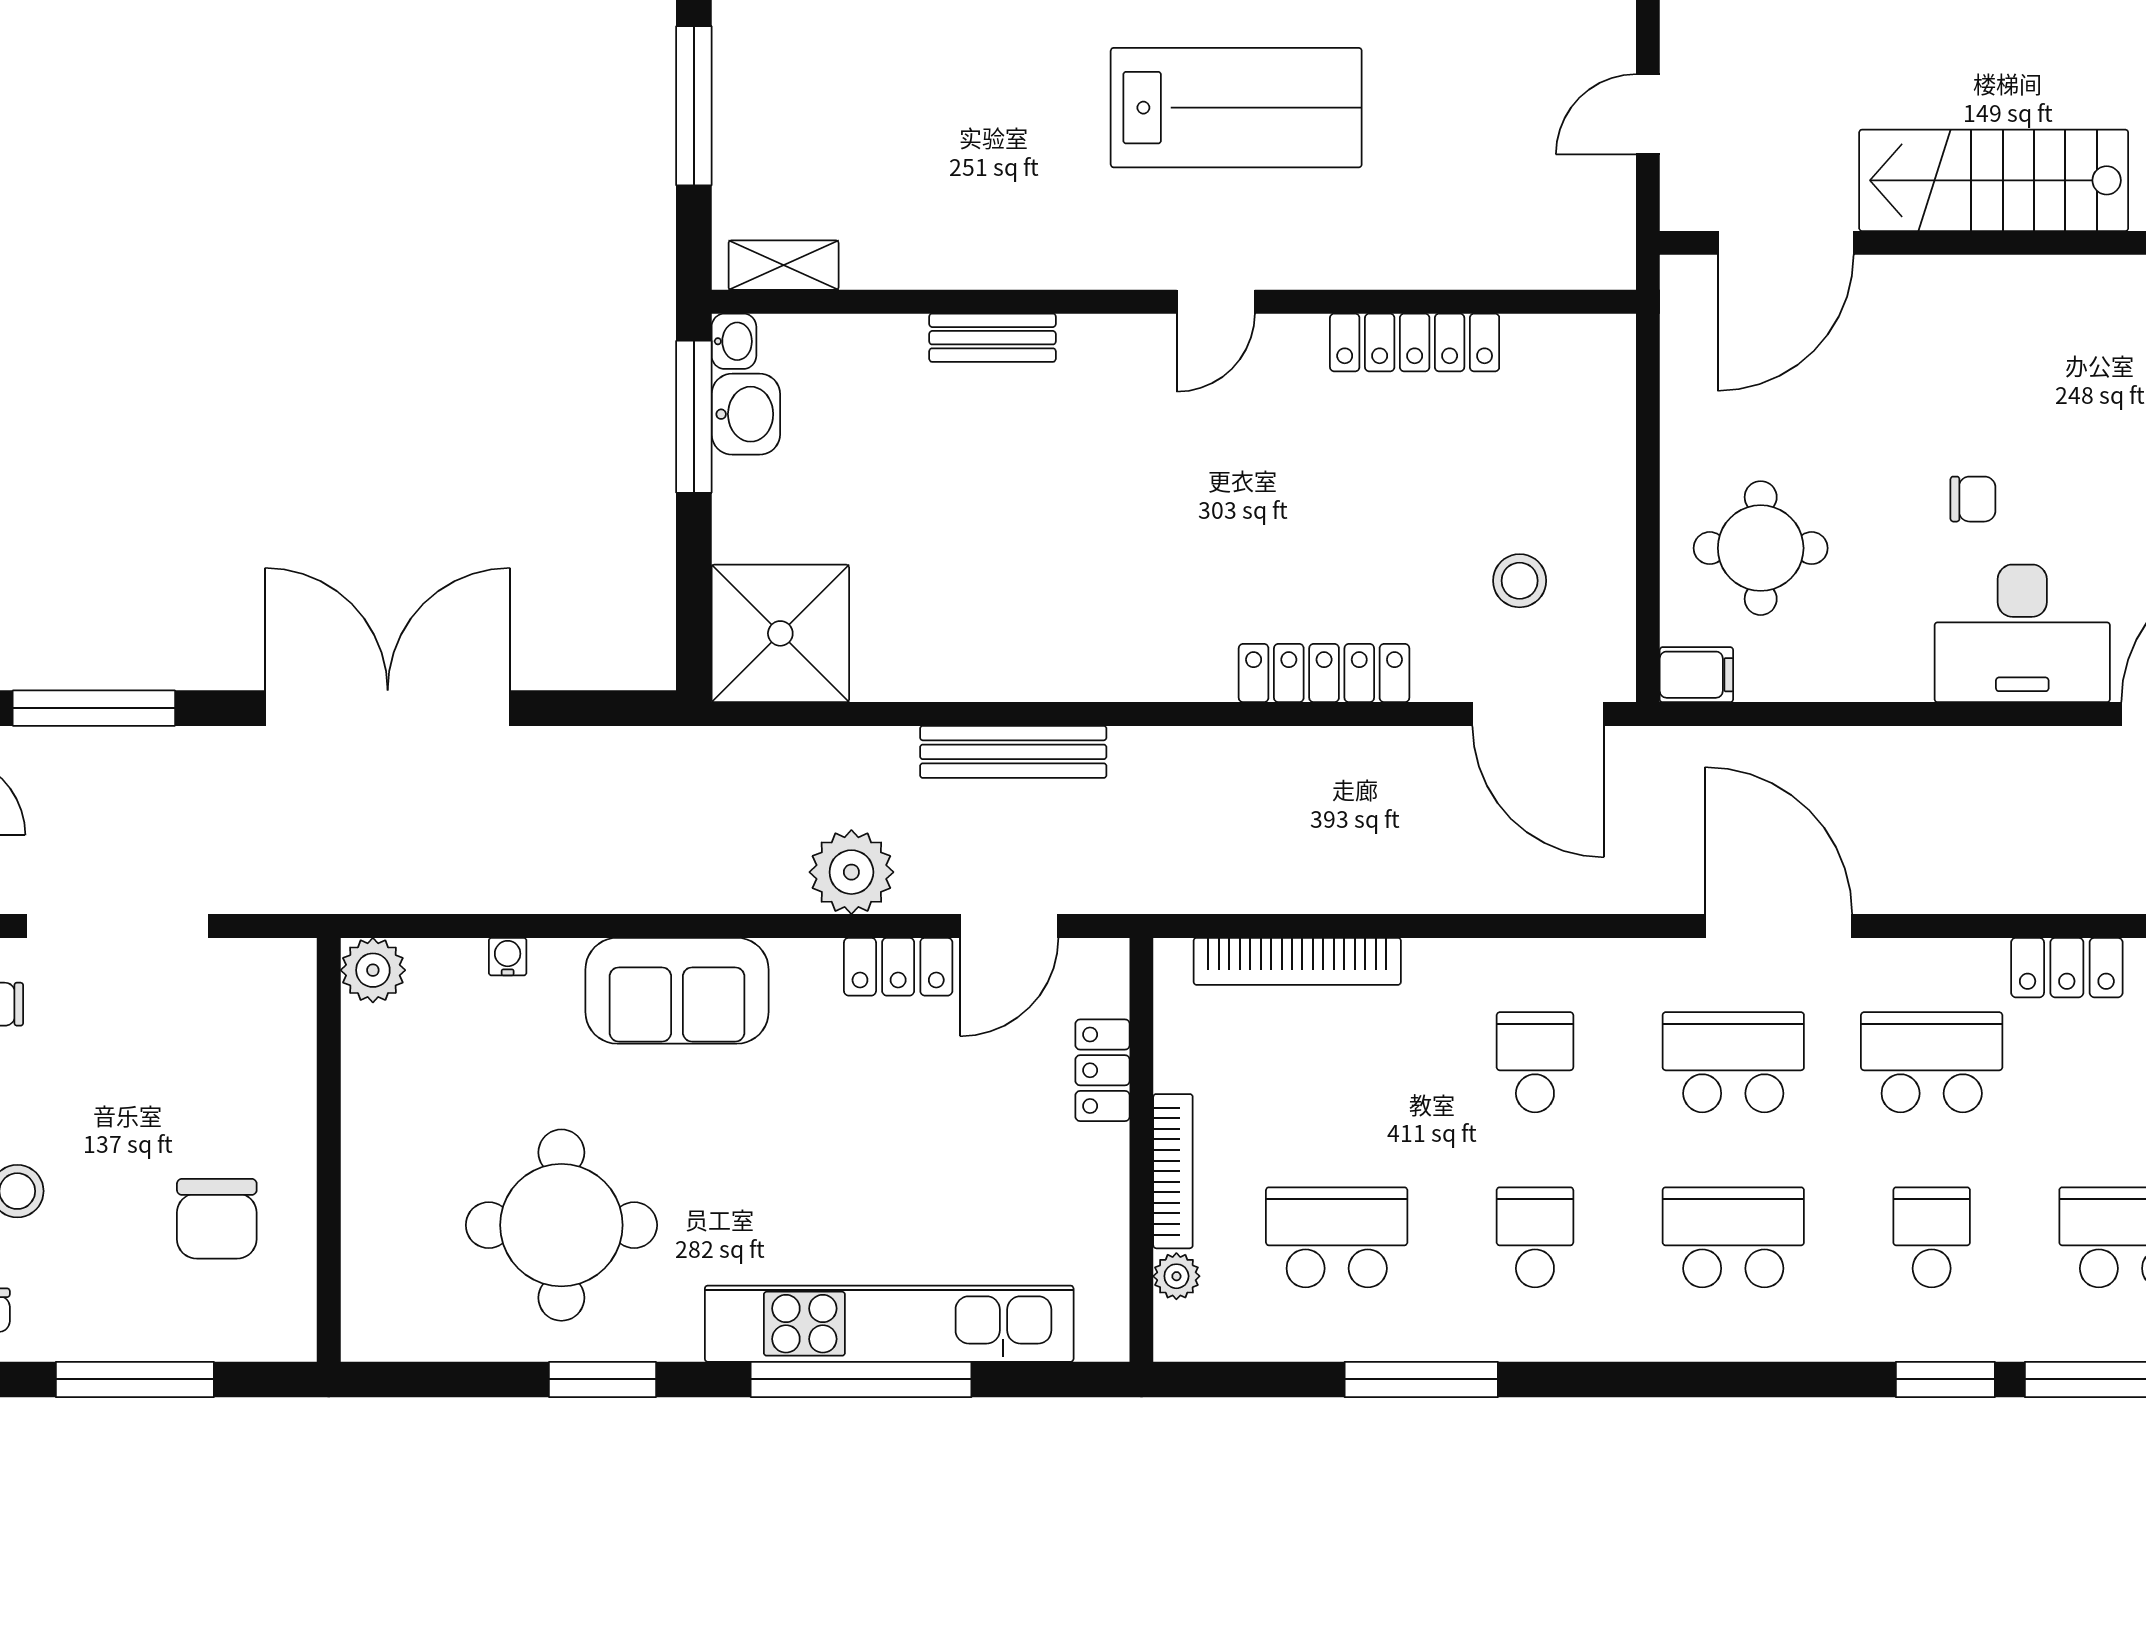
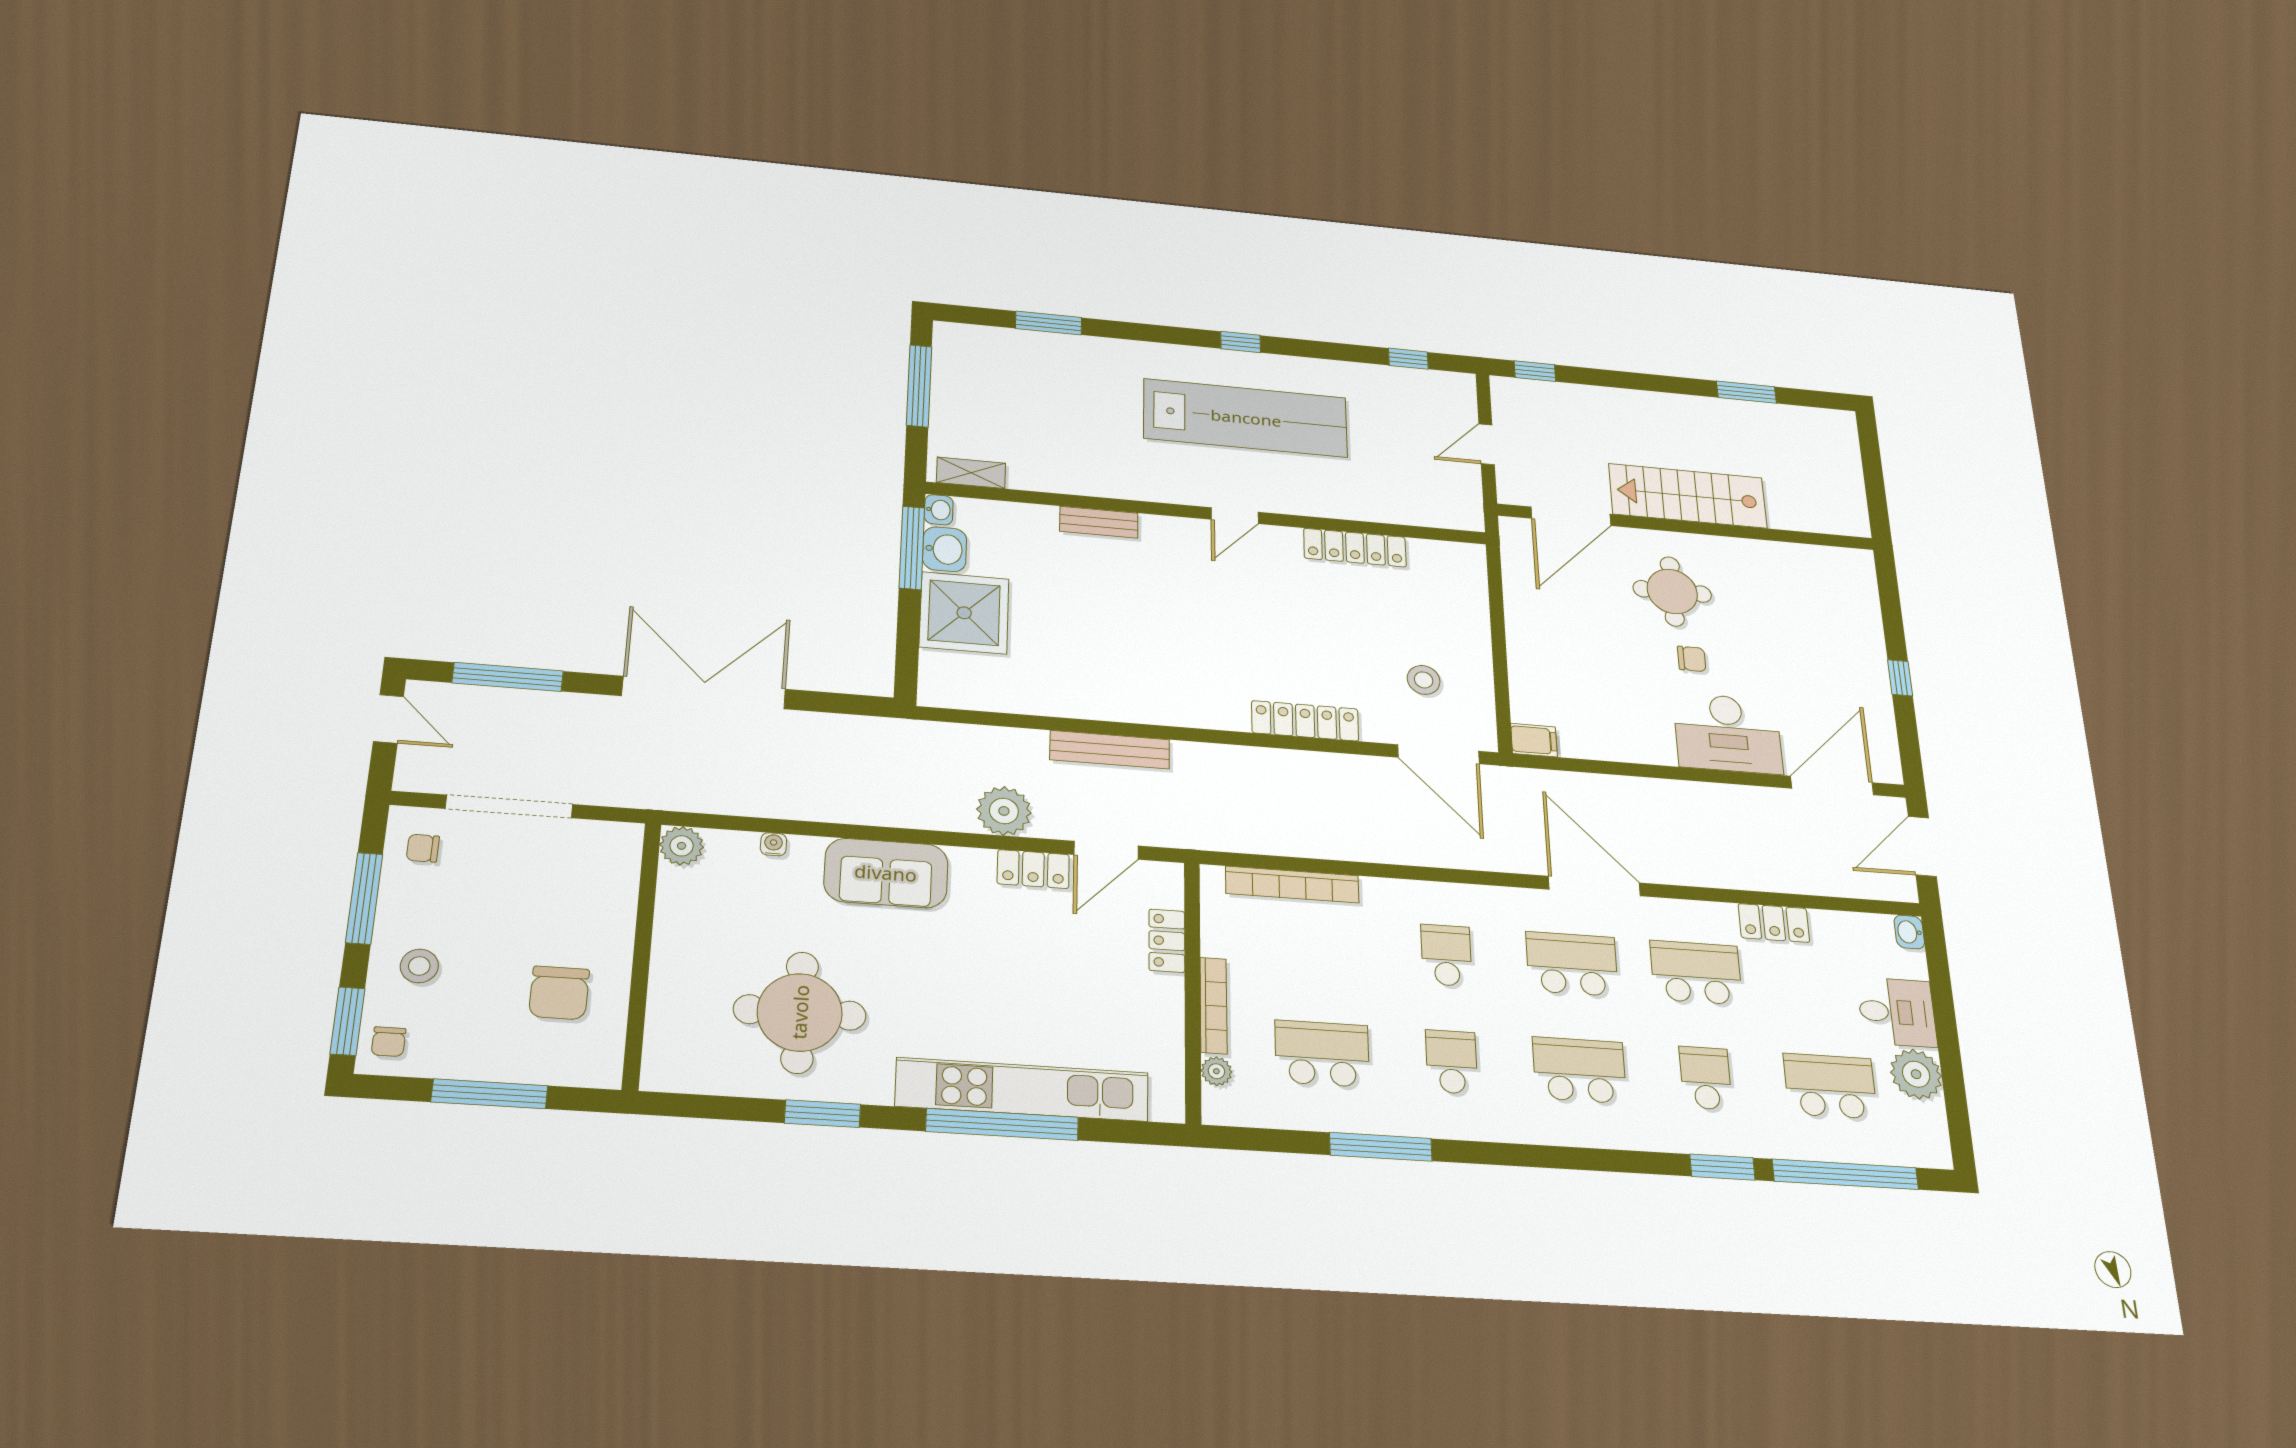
lab bench: (1236, 108) -> (1246, 418), width x1.36
round table: (1761, 548) -> (1672, 591), moved
shower: (780, 633) -> (964, 613), moved

